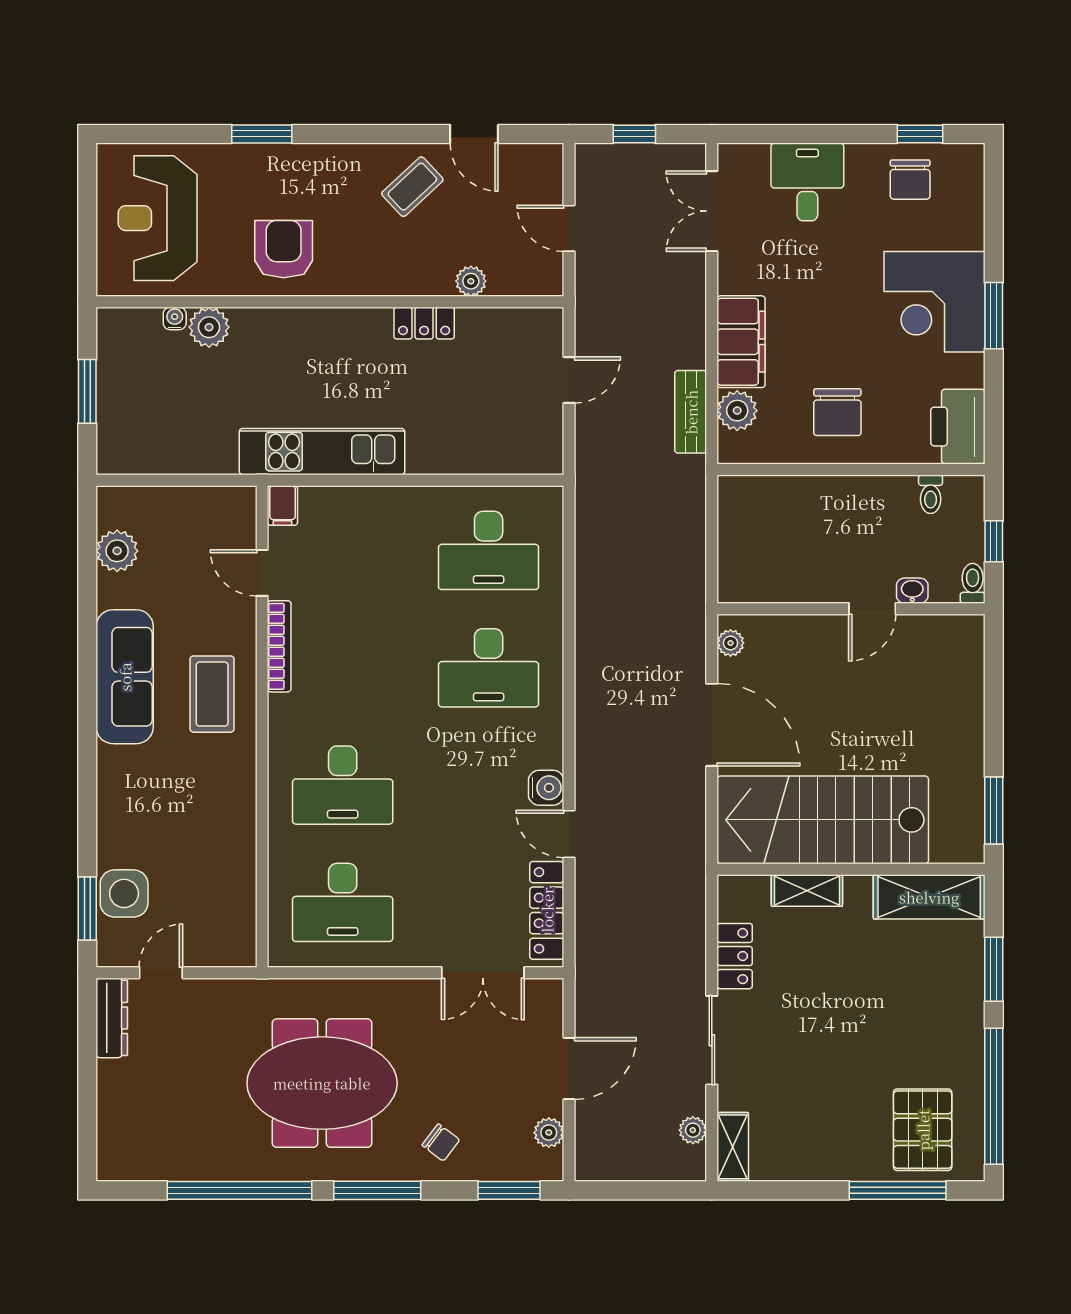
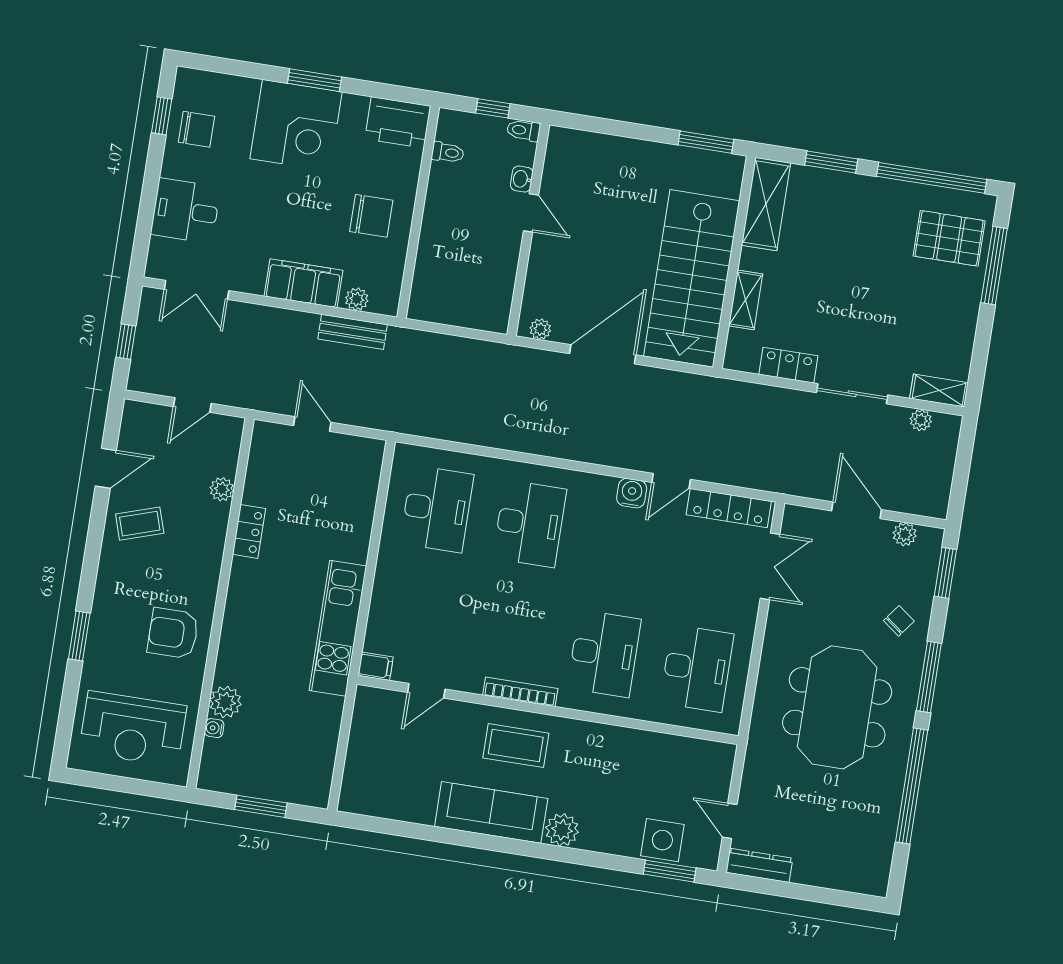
coffee table: (412, 187) -> (140, 524), turned -65
plant: (737, 411) -> (357, 299), width x0.73, depth x0.73
plant: (117, 551) -> (562, 830), moved
bookcase: (279, 646) -> (520, 692), moved

